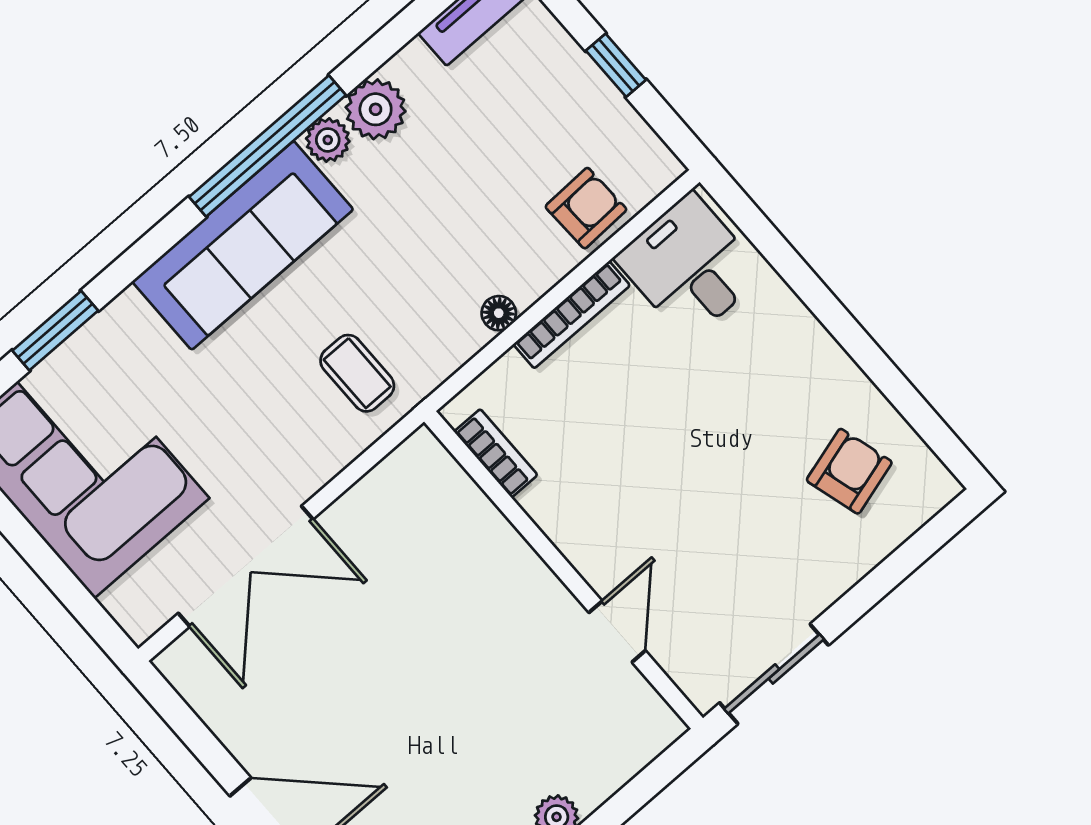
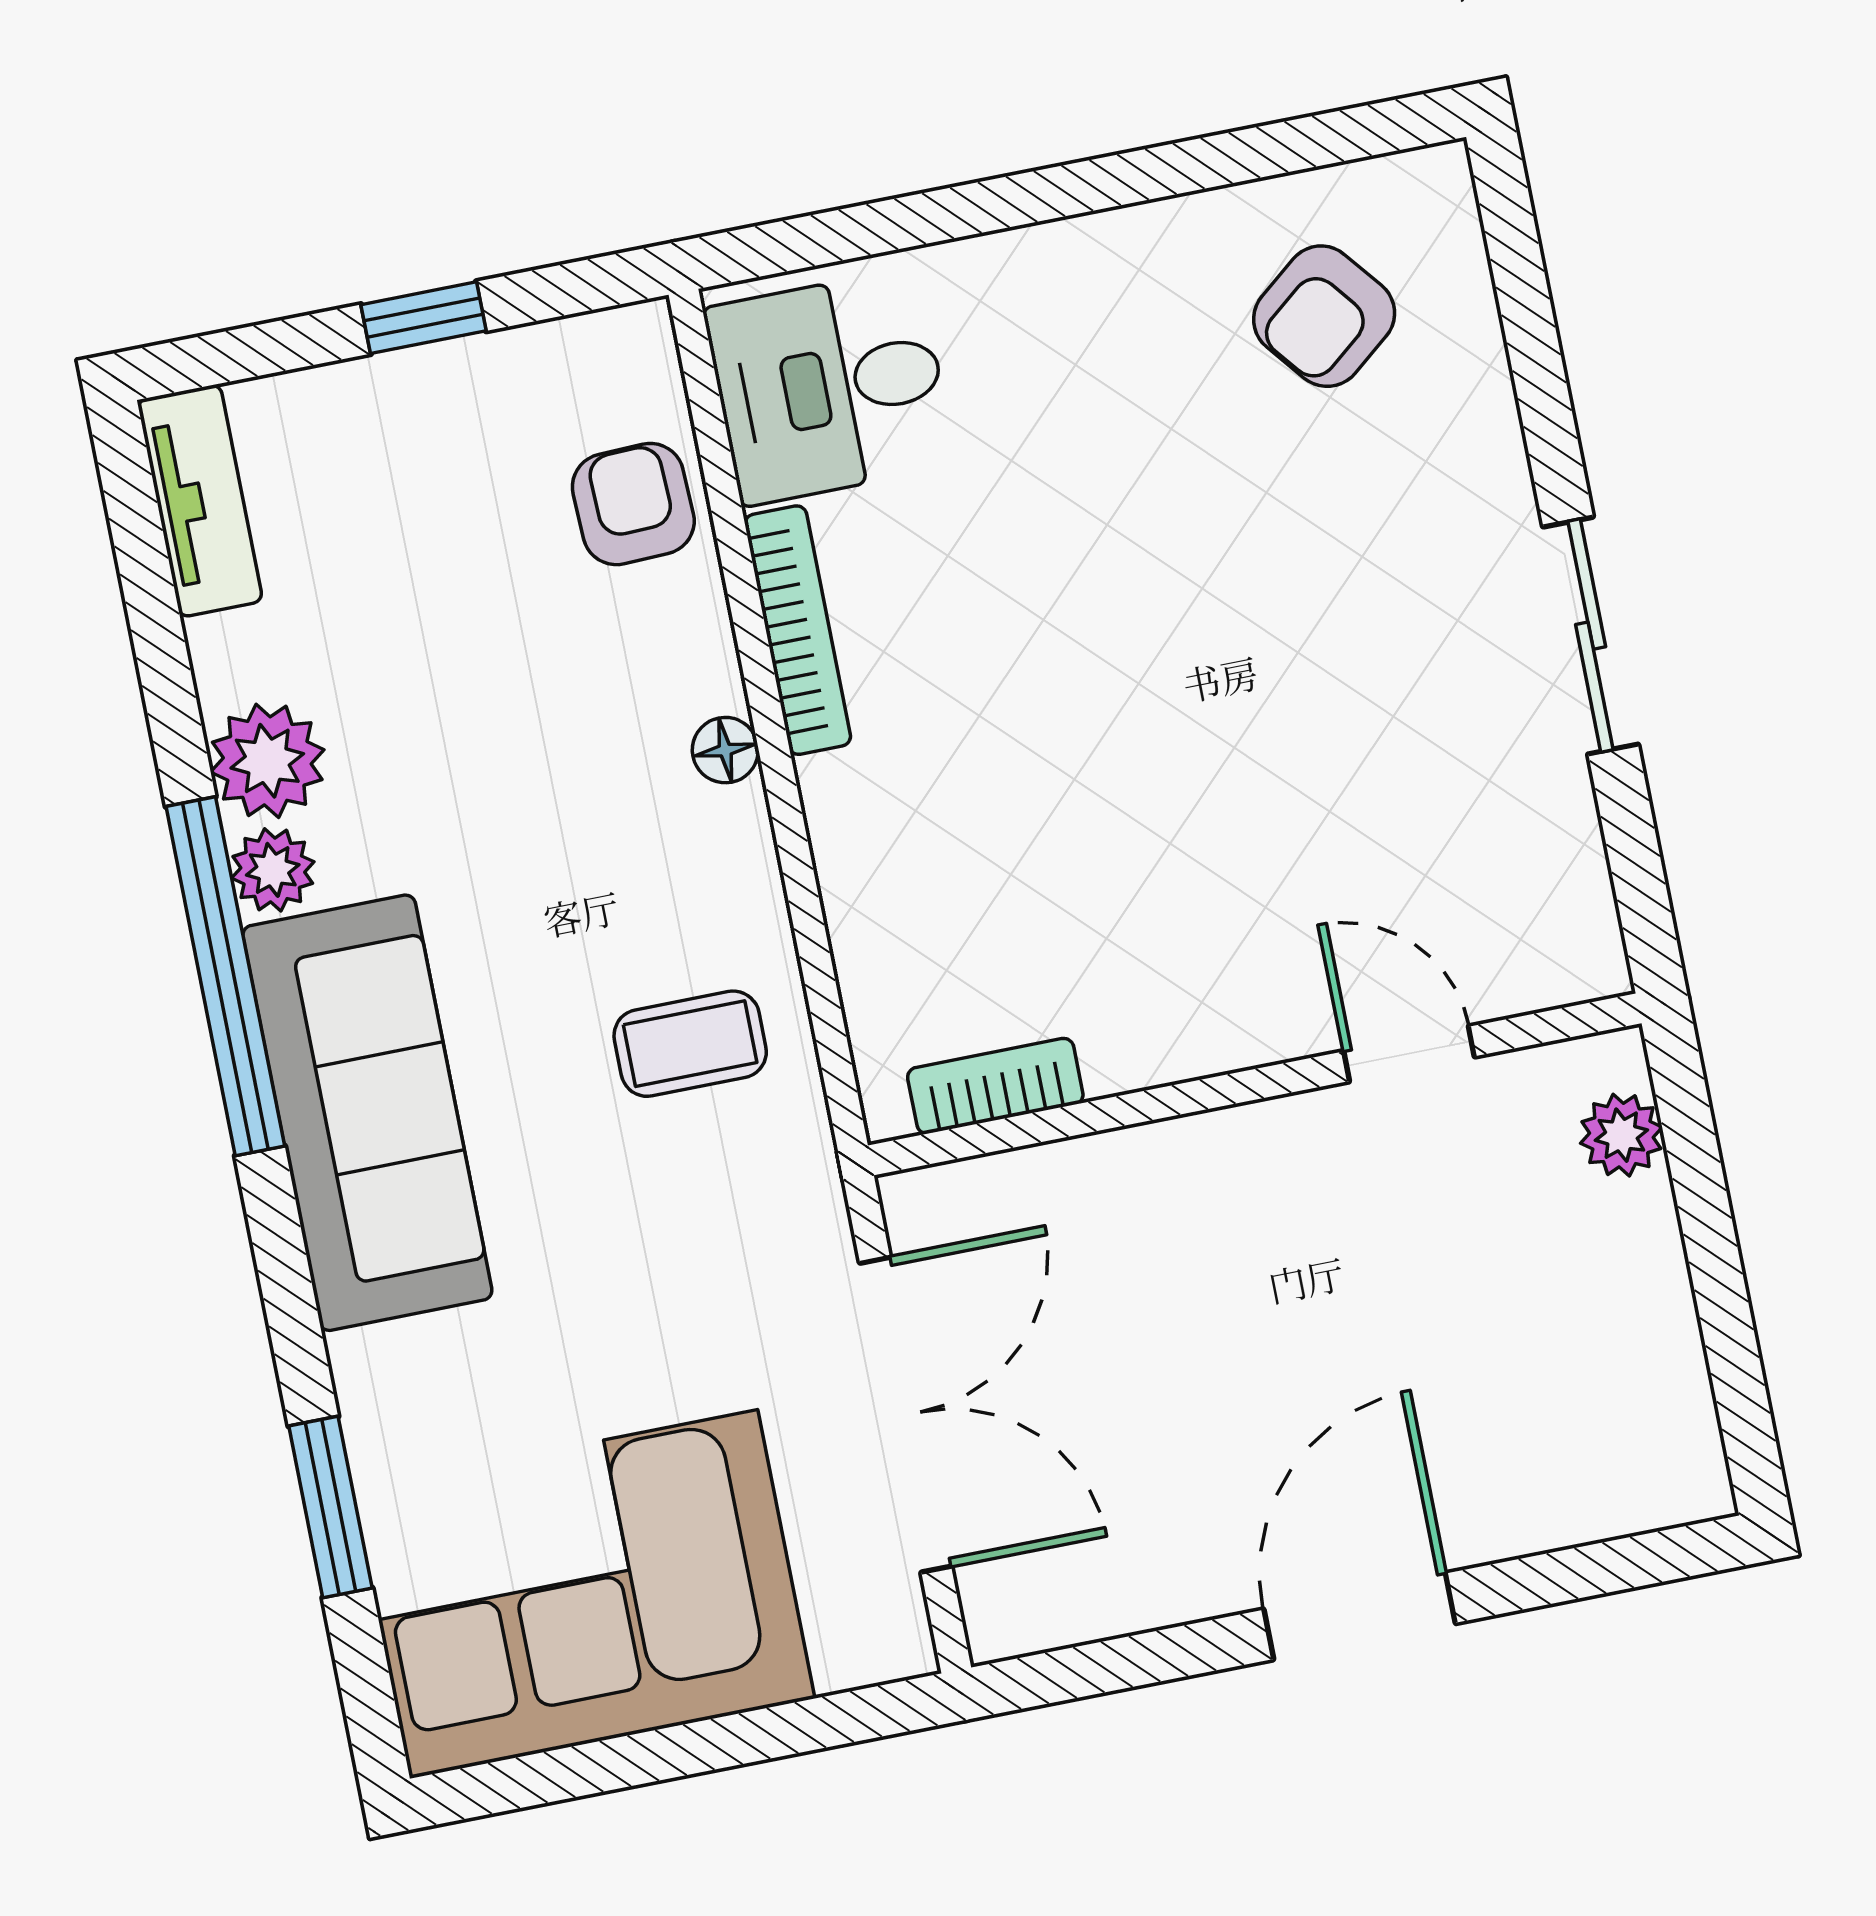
bookcase: (496, 453) -> (995, 1086), moved
armchair: (849, 471) -> (1324, 316), turned -113
wall: (564, 570) -> (1255, 1084), moved
door: (617, 632) -> (1409, 1054), moved

